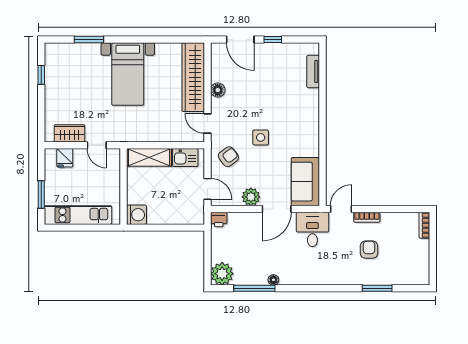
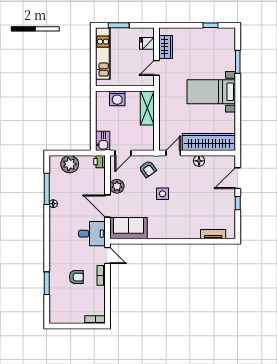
kitchen sink: (185, 158) -> (103, 141), moved, turned 180
washing machine: (136, 215) -> (117, 98), moved
plant: (222, 274) -> (70, 164), moved

